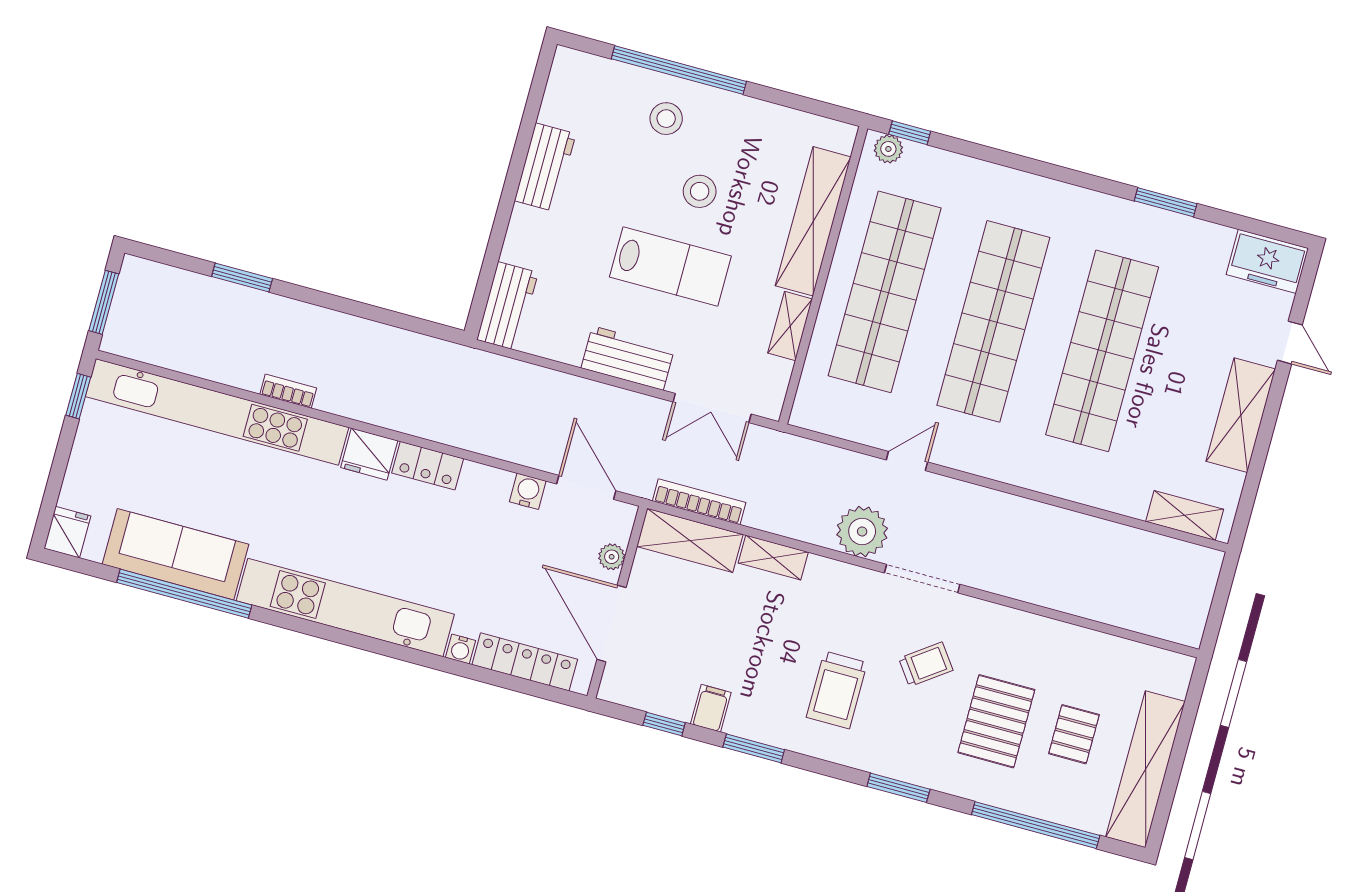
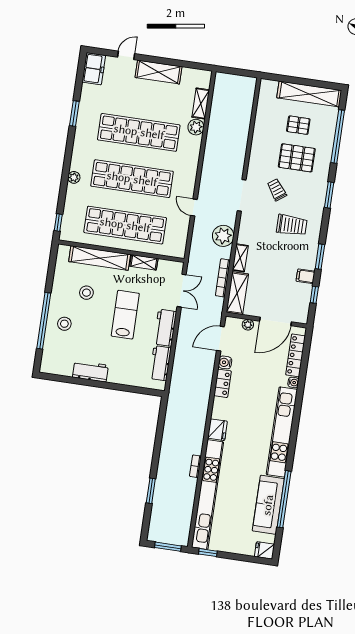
plant: (888, 149) -> (74, 177), moved
stool: (700, 191) -> (86, 293), moved
workbench: (507, 306) -> (160, 363), moved, turned -90
locker: (428, 466) -> (223, 383), moved
plant: (1098, 489) -> (196, 127), added
bookcase: (699, 502) -> (223, 278), moved
shelving: (1185, 515) -> (201, 104), moved
plant: (862, 532) -> (223, 236), moved

